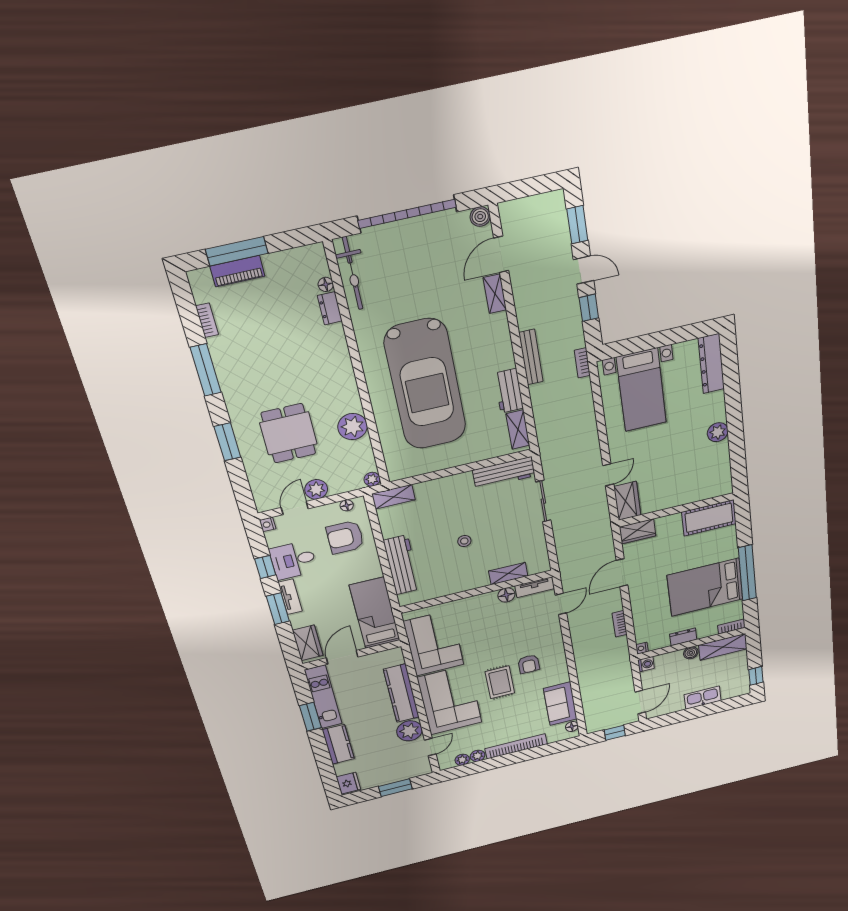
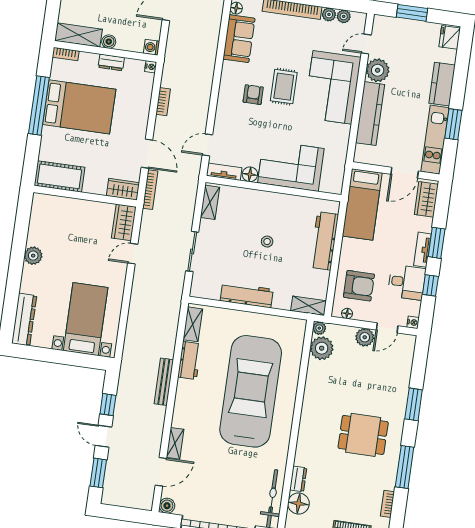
floor lamp: (326, 284) -> (299, 504), width x1.89, depth x1.89
bookcase: (582, 363) -> (150, 190), moved, width x1.56
plant: (353, 427) -> (322, 348), moved
dining table: (288, 433) -> (363, 435), moved, turned 90
workbench: (504, 473) -> (247, 295), moved
door: (622, 573) -> (147, 154), hinge flipped
shelving: (508, 574) -> (210, 202), moved, turned 90
corner sofa: (434, 643) -> (291, 166), moved, turned 90

